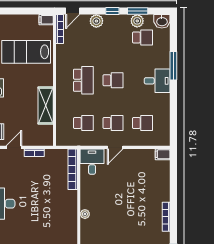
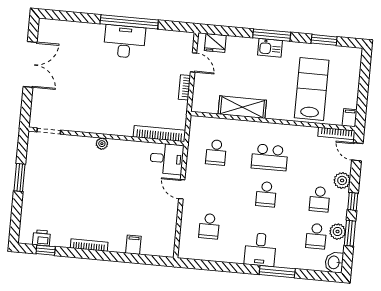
school desk: (113, 123) -> (320, 199), moved
filing cabinet: (163, 154) -> (133, 245), moved

